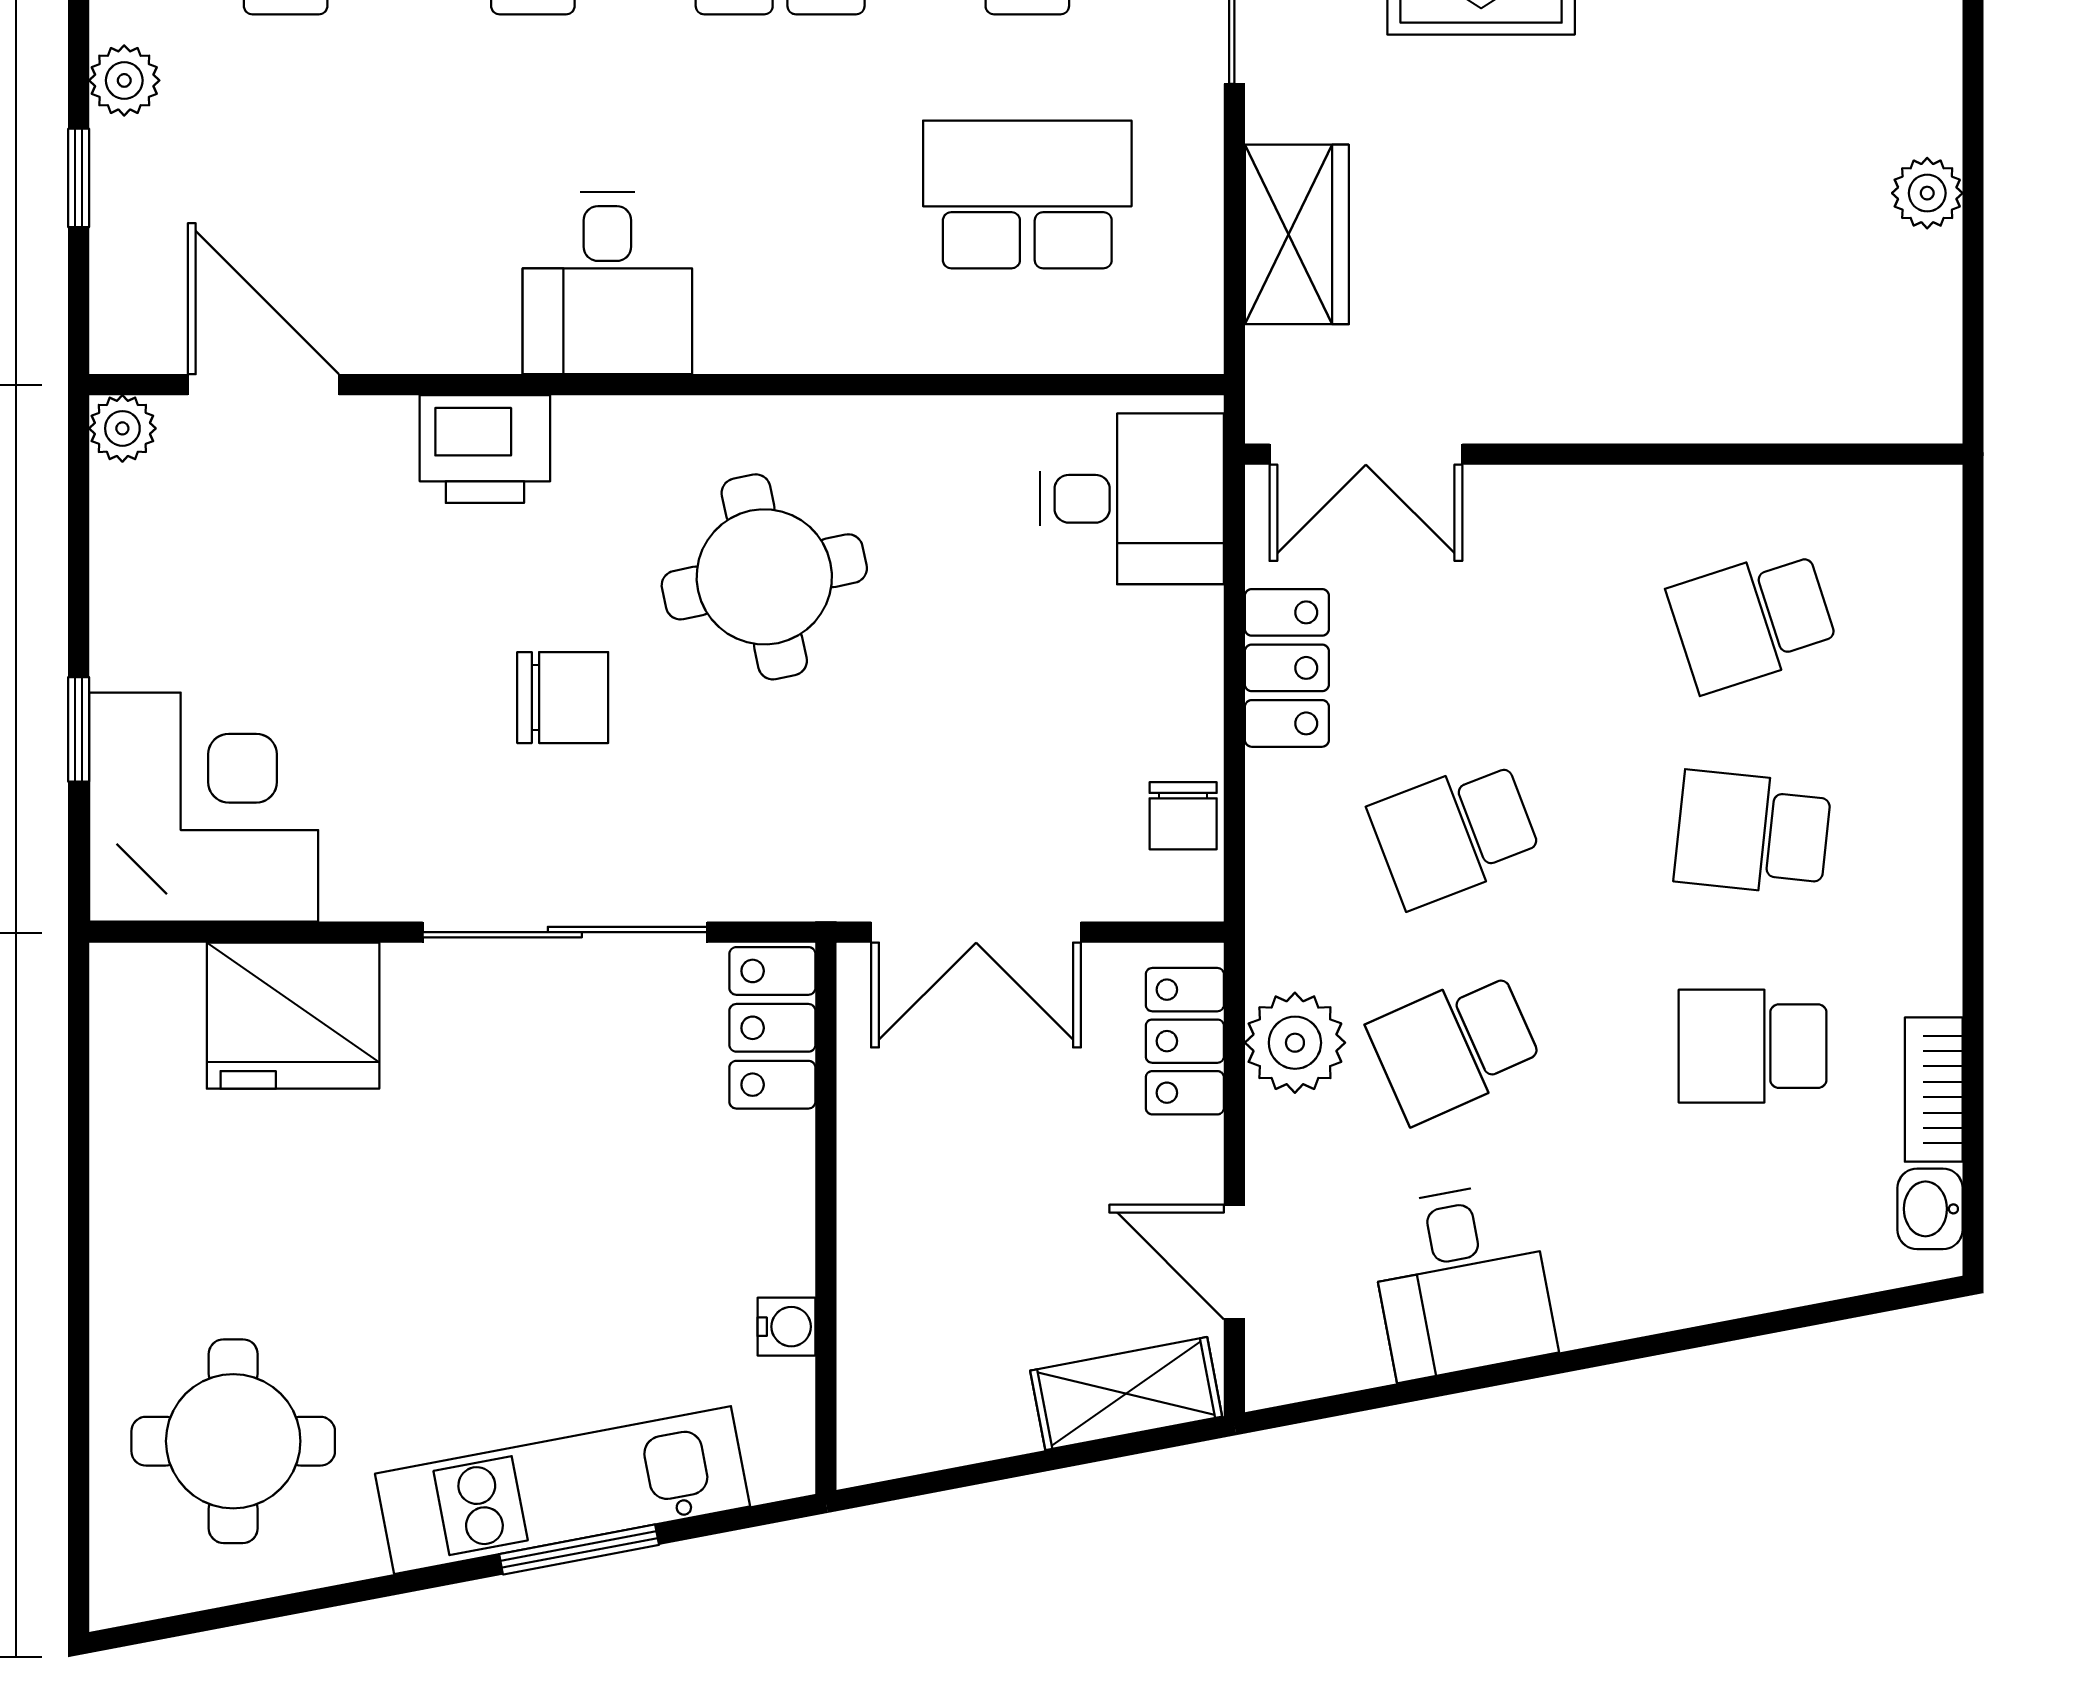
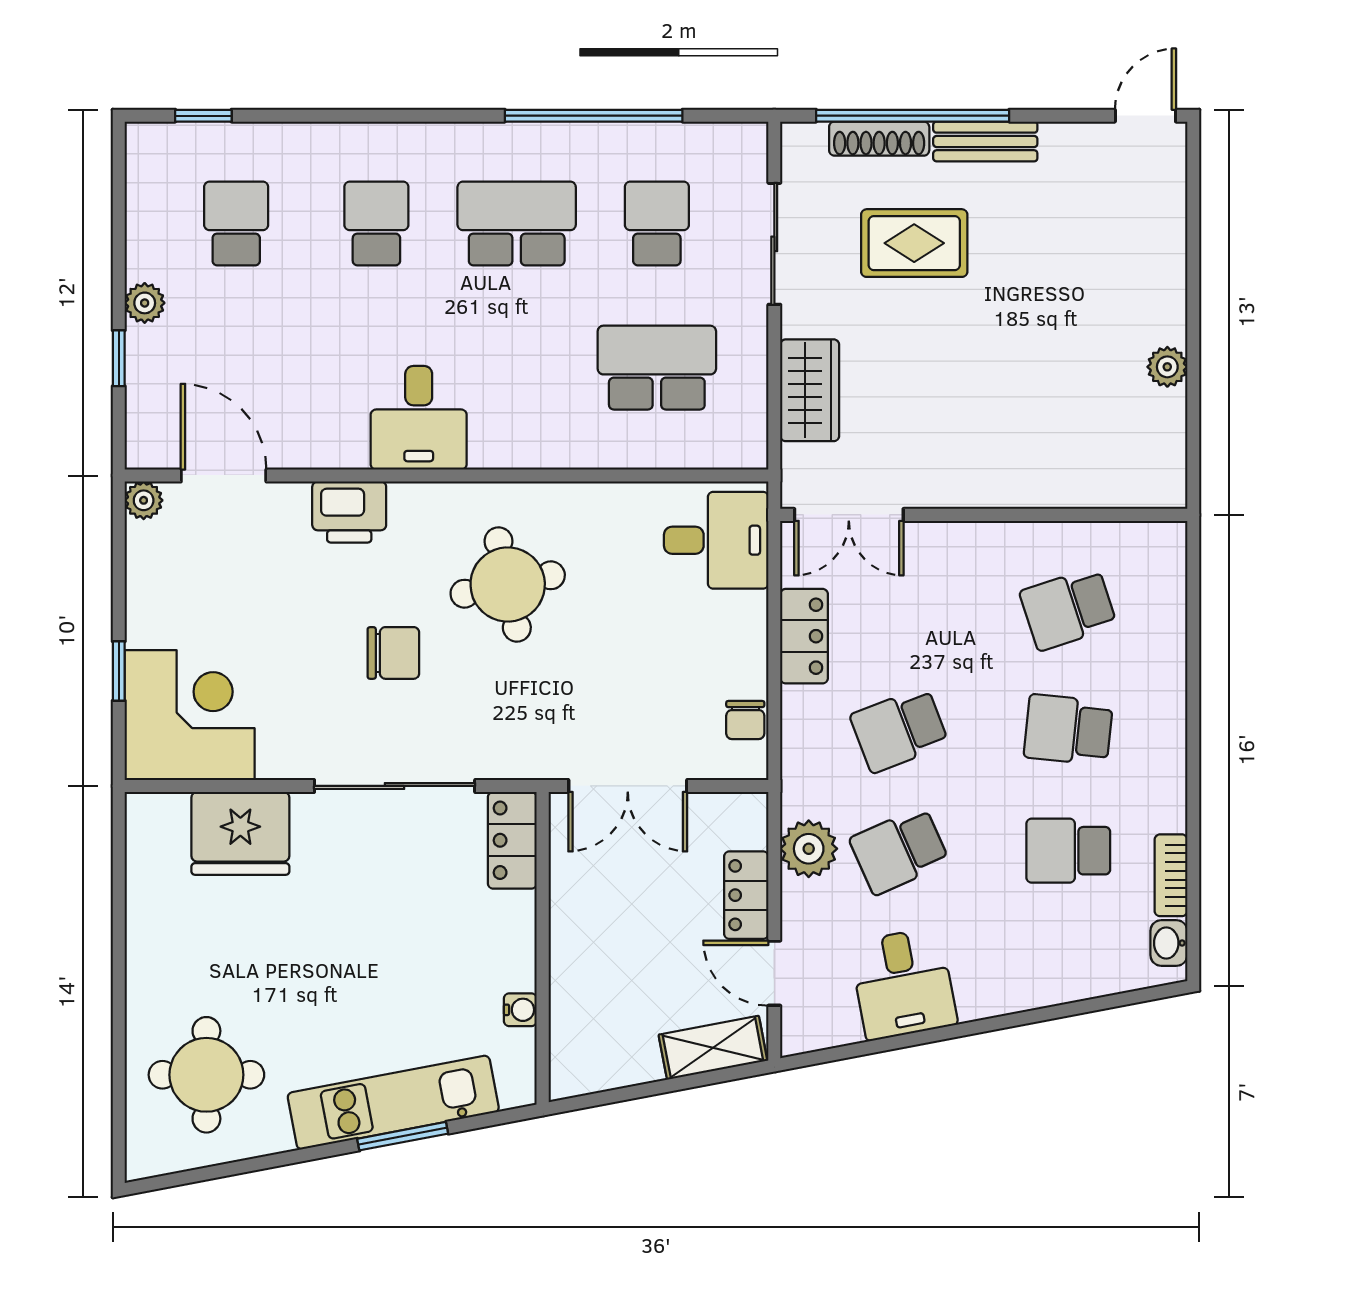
locker: (1185, 1041) -> (746, 895), moved

